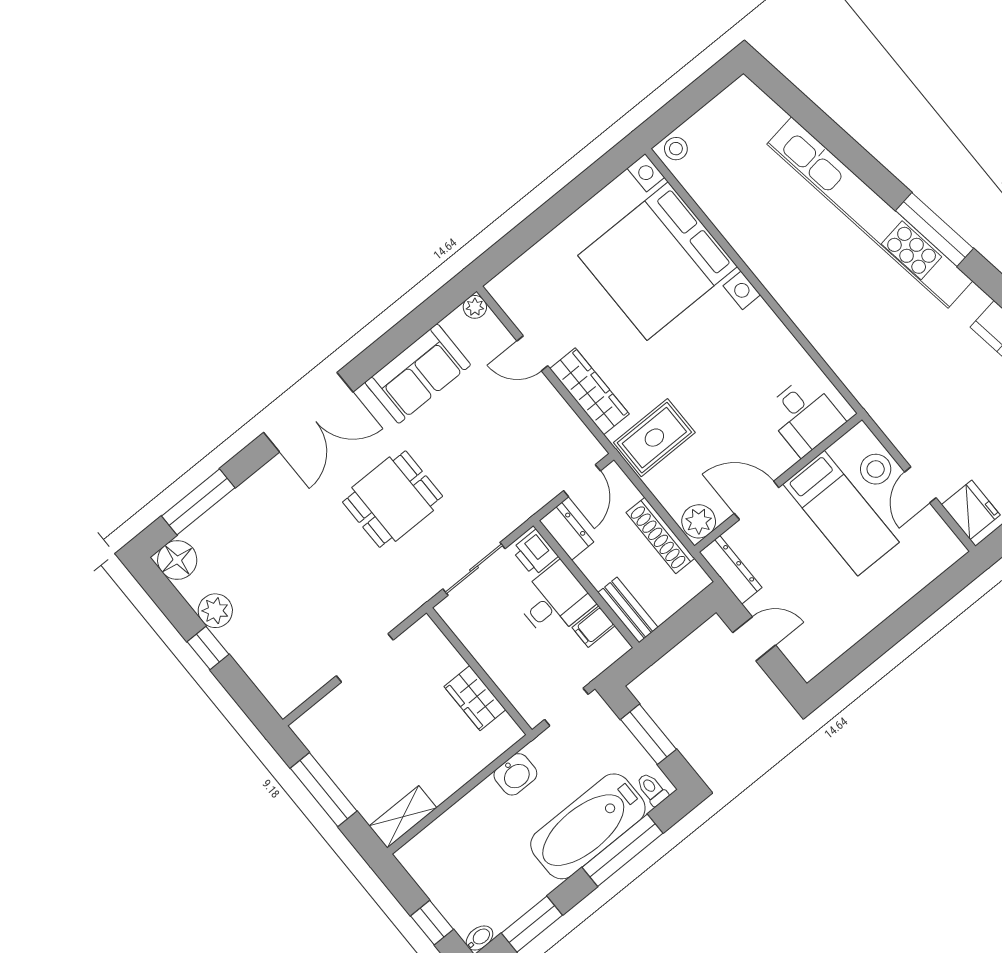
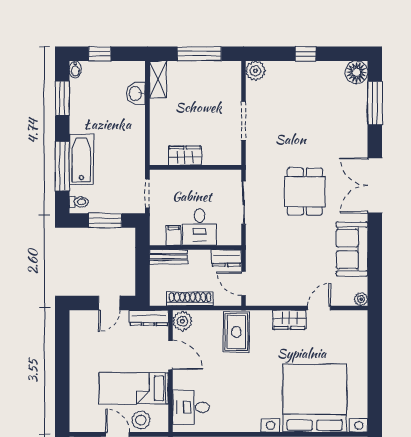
wardrobe: (589, 391) -> (289, 320), width x0.67
door: (757, 500) -> (171, 355), hinge flipped
printer: (535, 553) -> (228, 236), removed
plant: (215, 611) -> (255, 71), moved
washbasin: (515, 774) -> (136, 93), moved
bathtub: (588, 826) -> (81, 159), width x0.73, depth x0.73

